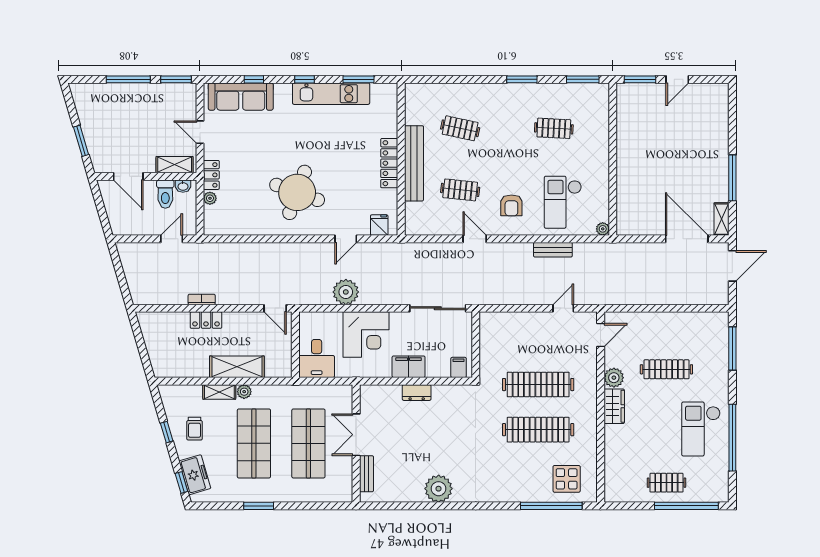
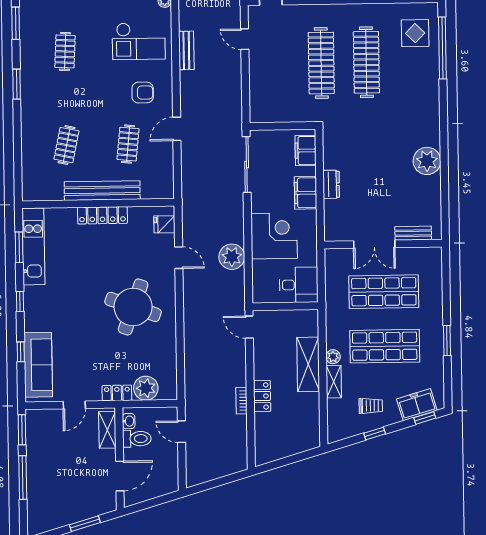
kitchen unit: (331, 94) -> (33, 246), moved
plant: (210, 198) -> (146, 388), width x1.88, depth x1.88
door: (275, 308) -> (249, 327), swing flipped
filing cabinet: (459, 367) -> (306, 150), width x2.00

